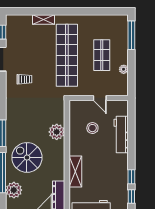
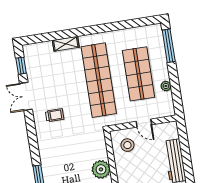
shop shelf: (102, 55) -> (139, 74), width x1.43, depth x1.36
stool: (92, 128) -> (127, 145), moved

